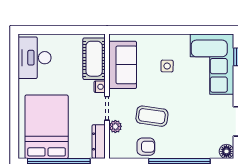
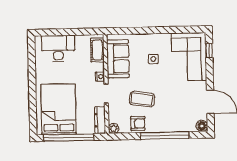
desk: (35, 58) -> (58, 48), moved, turned 90
cot: (94, 59) -> (97, 50), width x0.73, depth x0.75
plant: (115, 126) -> (114, 128), moved

